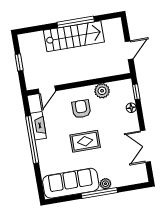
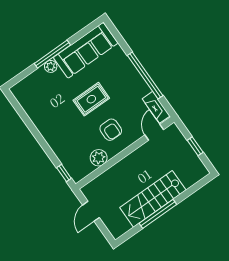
floor lamp: (131, 108) -> (61, 155), removed
fireplace: (38, 126) -> (156, 107), moved
double door: (145, 146) -> (29, 123), removed

